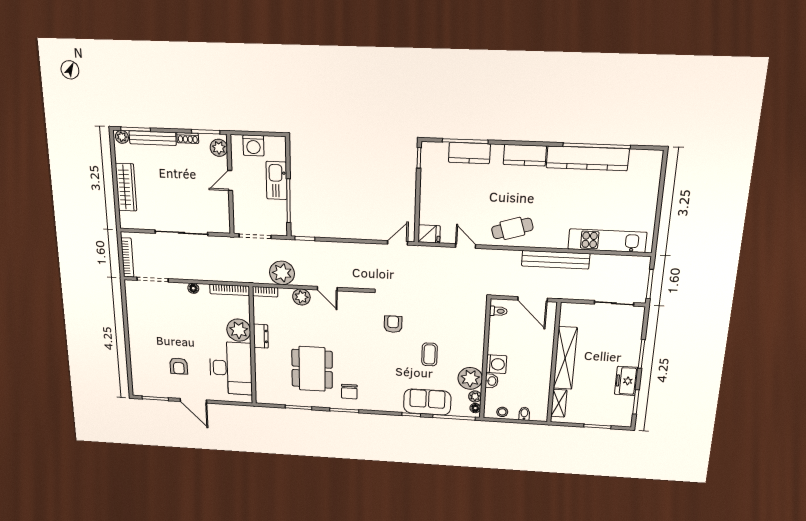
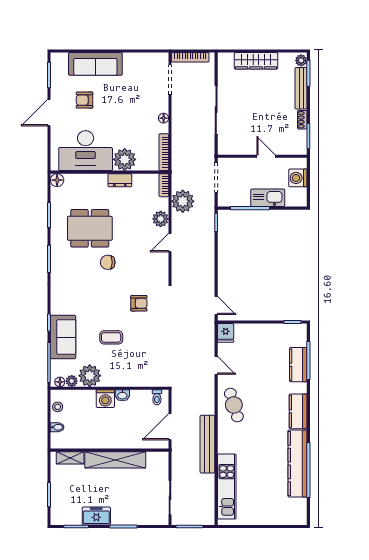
plant: (219, 148) -> (295, 147), removed
door: (466, 246) -> (216, 365), hinge flipped
sofa: (141, 353) -> (95, 64), added
washbasin: (492, 381) -> (122, 395), moved
chair: (349, 392) -> (108, 262), moved
floor lamp: (262, 397) -> (57, 180), added

